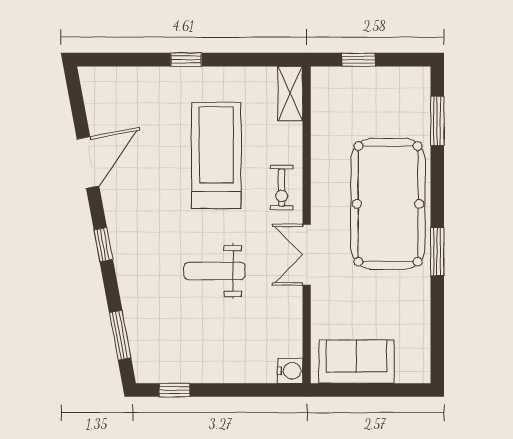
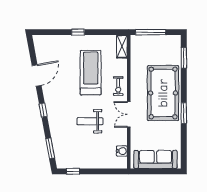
window: (359, 60) -> (151, 32), width x2.17
sofa: (357, 362) -> (155, 159), width x1.36
water cooler: (290, 371) -> (122, 151), moved

